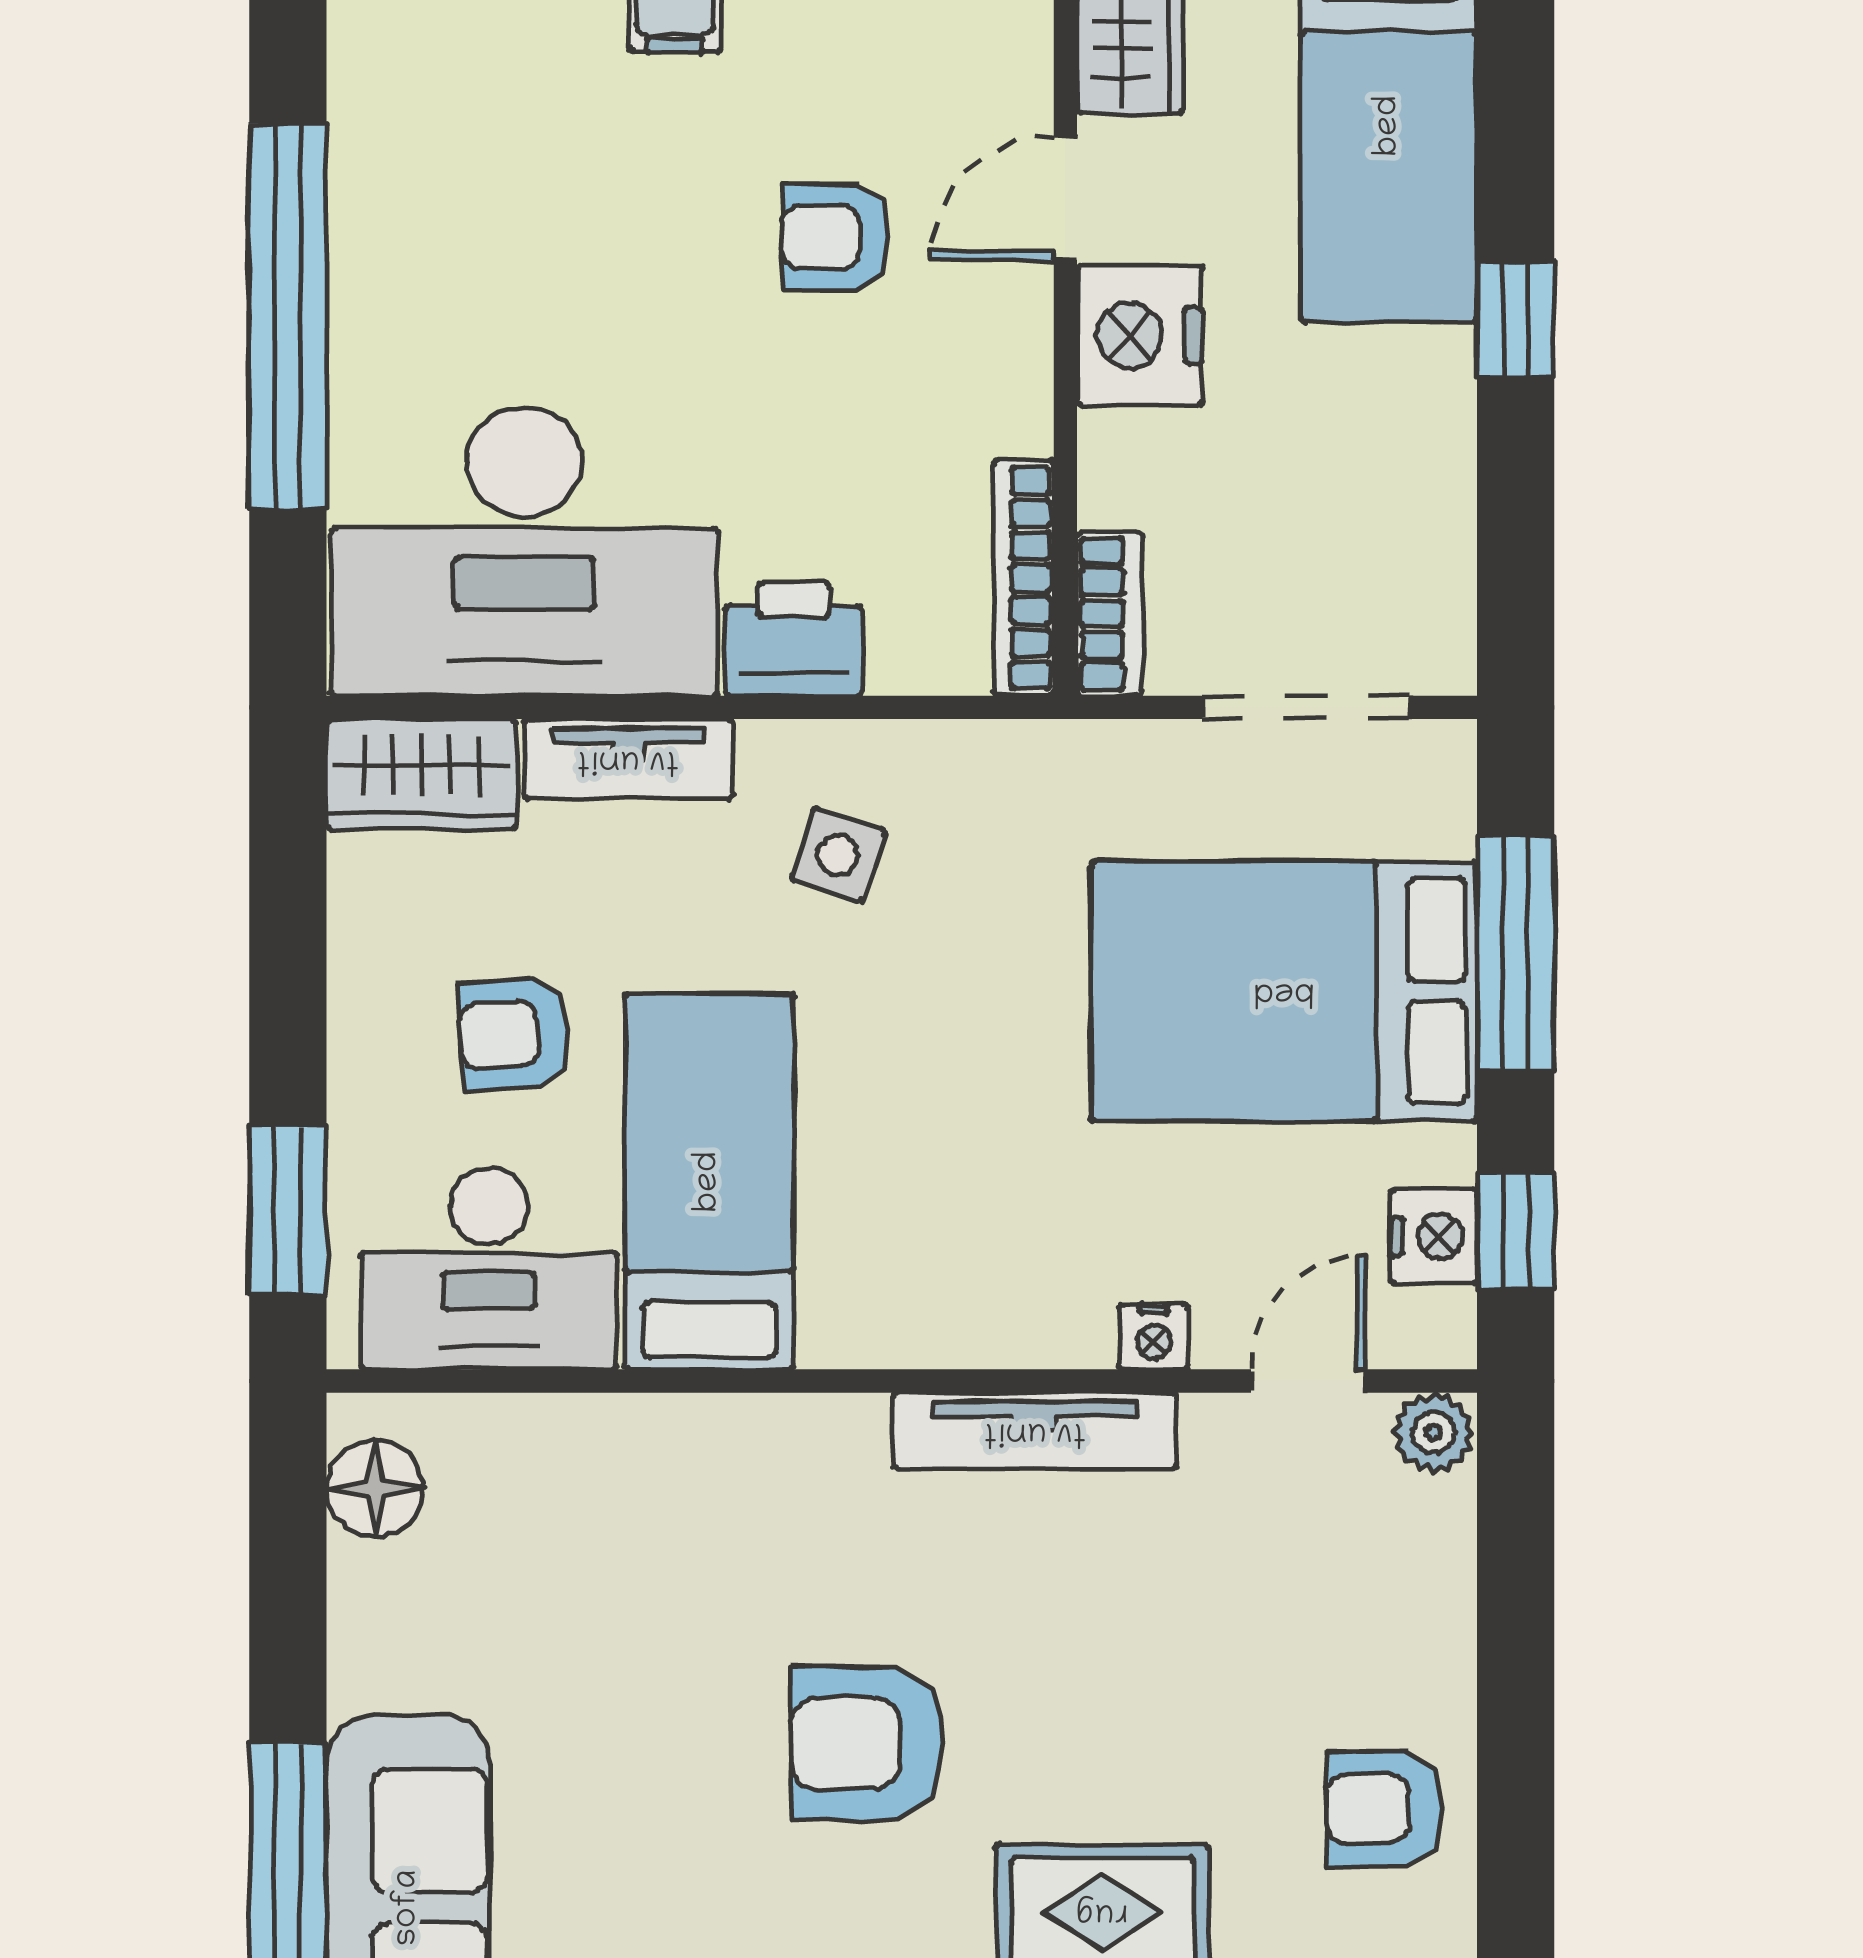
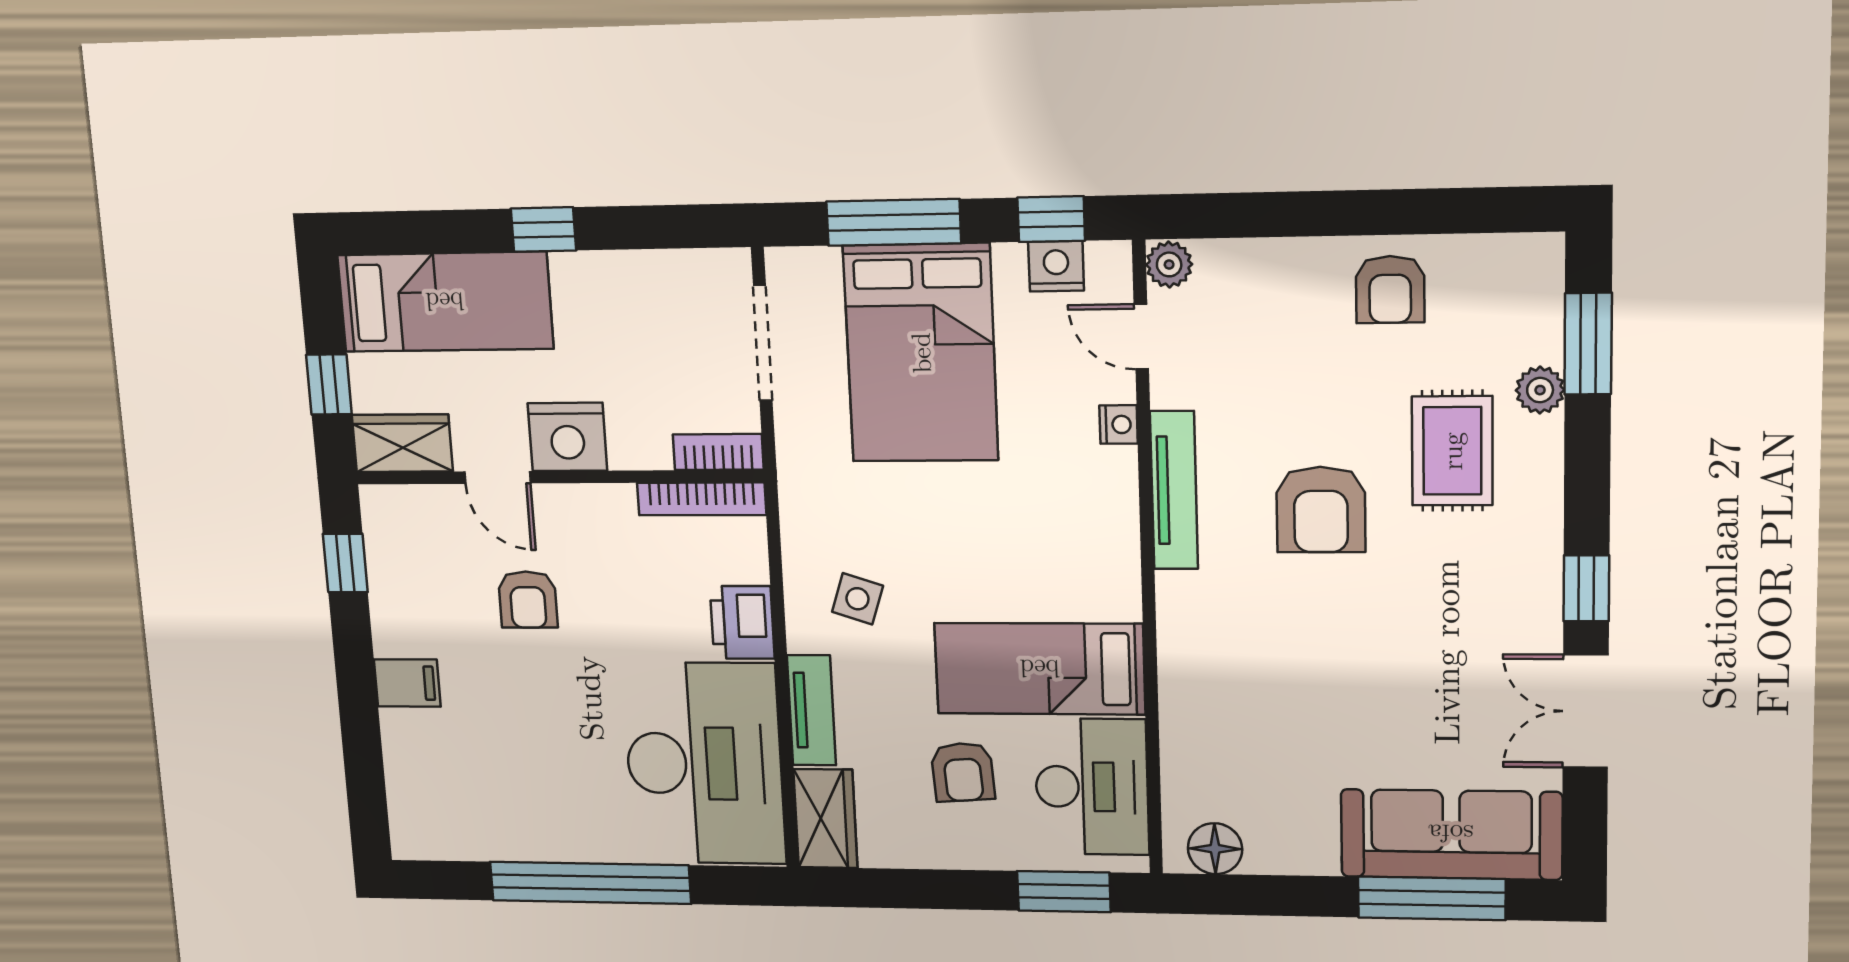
armchair: (867, 1743) -> (1321, 510), moved

